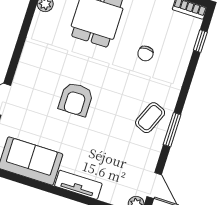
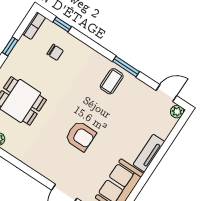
chair: (145, 53) -> (55, 52), moved
coffee table: (150, 118) -> (112, 81), turned 67

